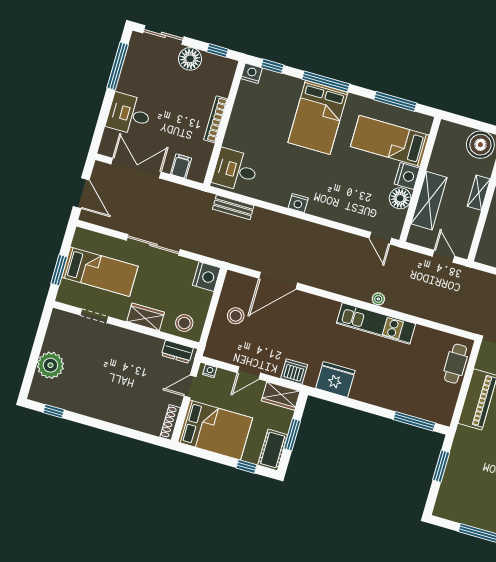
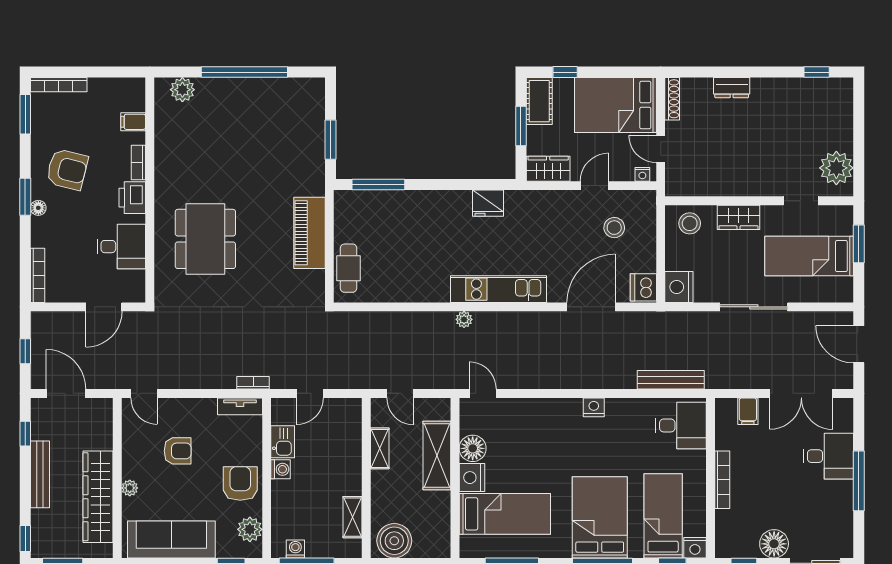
window: (118, 66) -> (859, 481), moved
bed: (269, 105) -> (663, 516), added
shelving: (479, 193) -> (380, 448), moved
bench: (233, 207) -> (671, 380), width x1.36
stool: (236, 316) -> (614, 228), moved
kitchen unit: (376, 323) -> (498, 289), moved
dresser: (177, 352) -> (732, 88), moved, turned 180
plant: (50, 365) -> (836, 168), moved
dishwasher: (294, 371) -> (643, 287), moved, turned 90
fridge: (335, 379) -> (488, 203), width x0.73, depth x0.75
door: (190, 386) -> (661, 149), swing flipped

